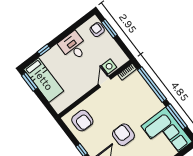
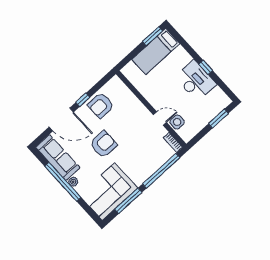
armchair: (97, 30) -> (216, 105), removed
desk: (73, 46) -> (196, 81), width x1.37
window: (44, 50) -> (206, 67), moved
armchair: (82, 121) -> (101, 105), moved

